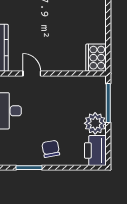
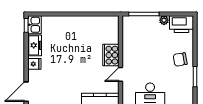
cooker: (96, 58) -> (111, 55), moved, turned 90
plant: (95, 123) -> (164, 20), width x0.53, depth x0.53

